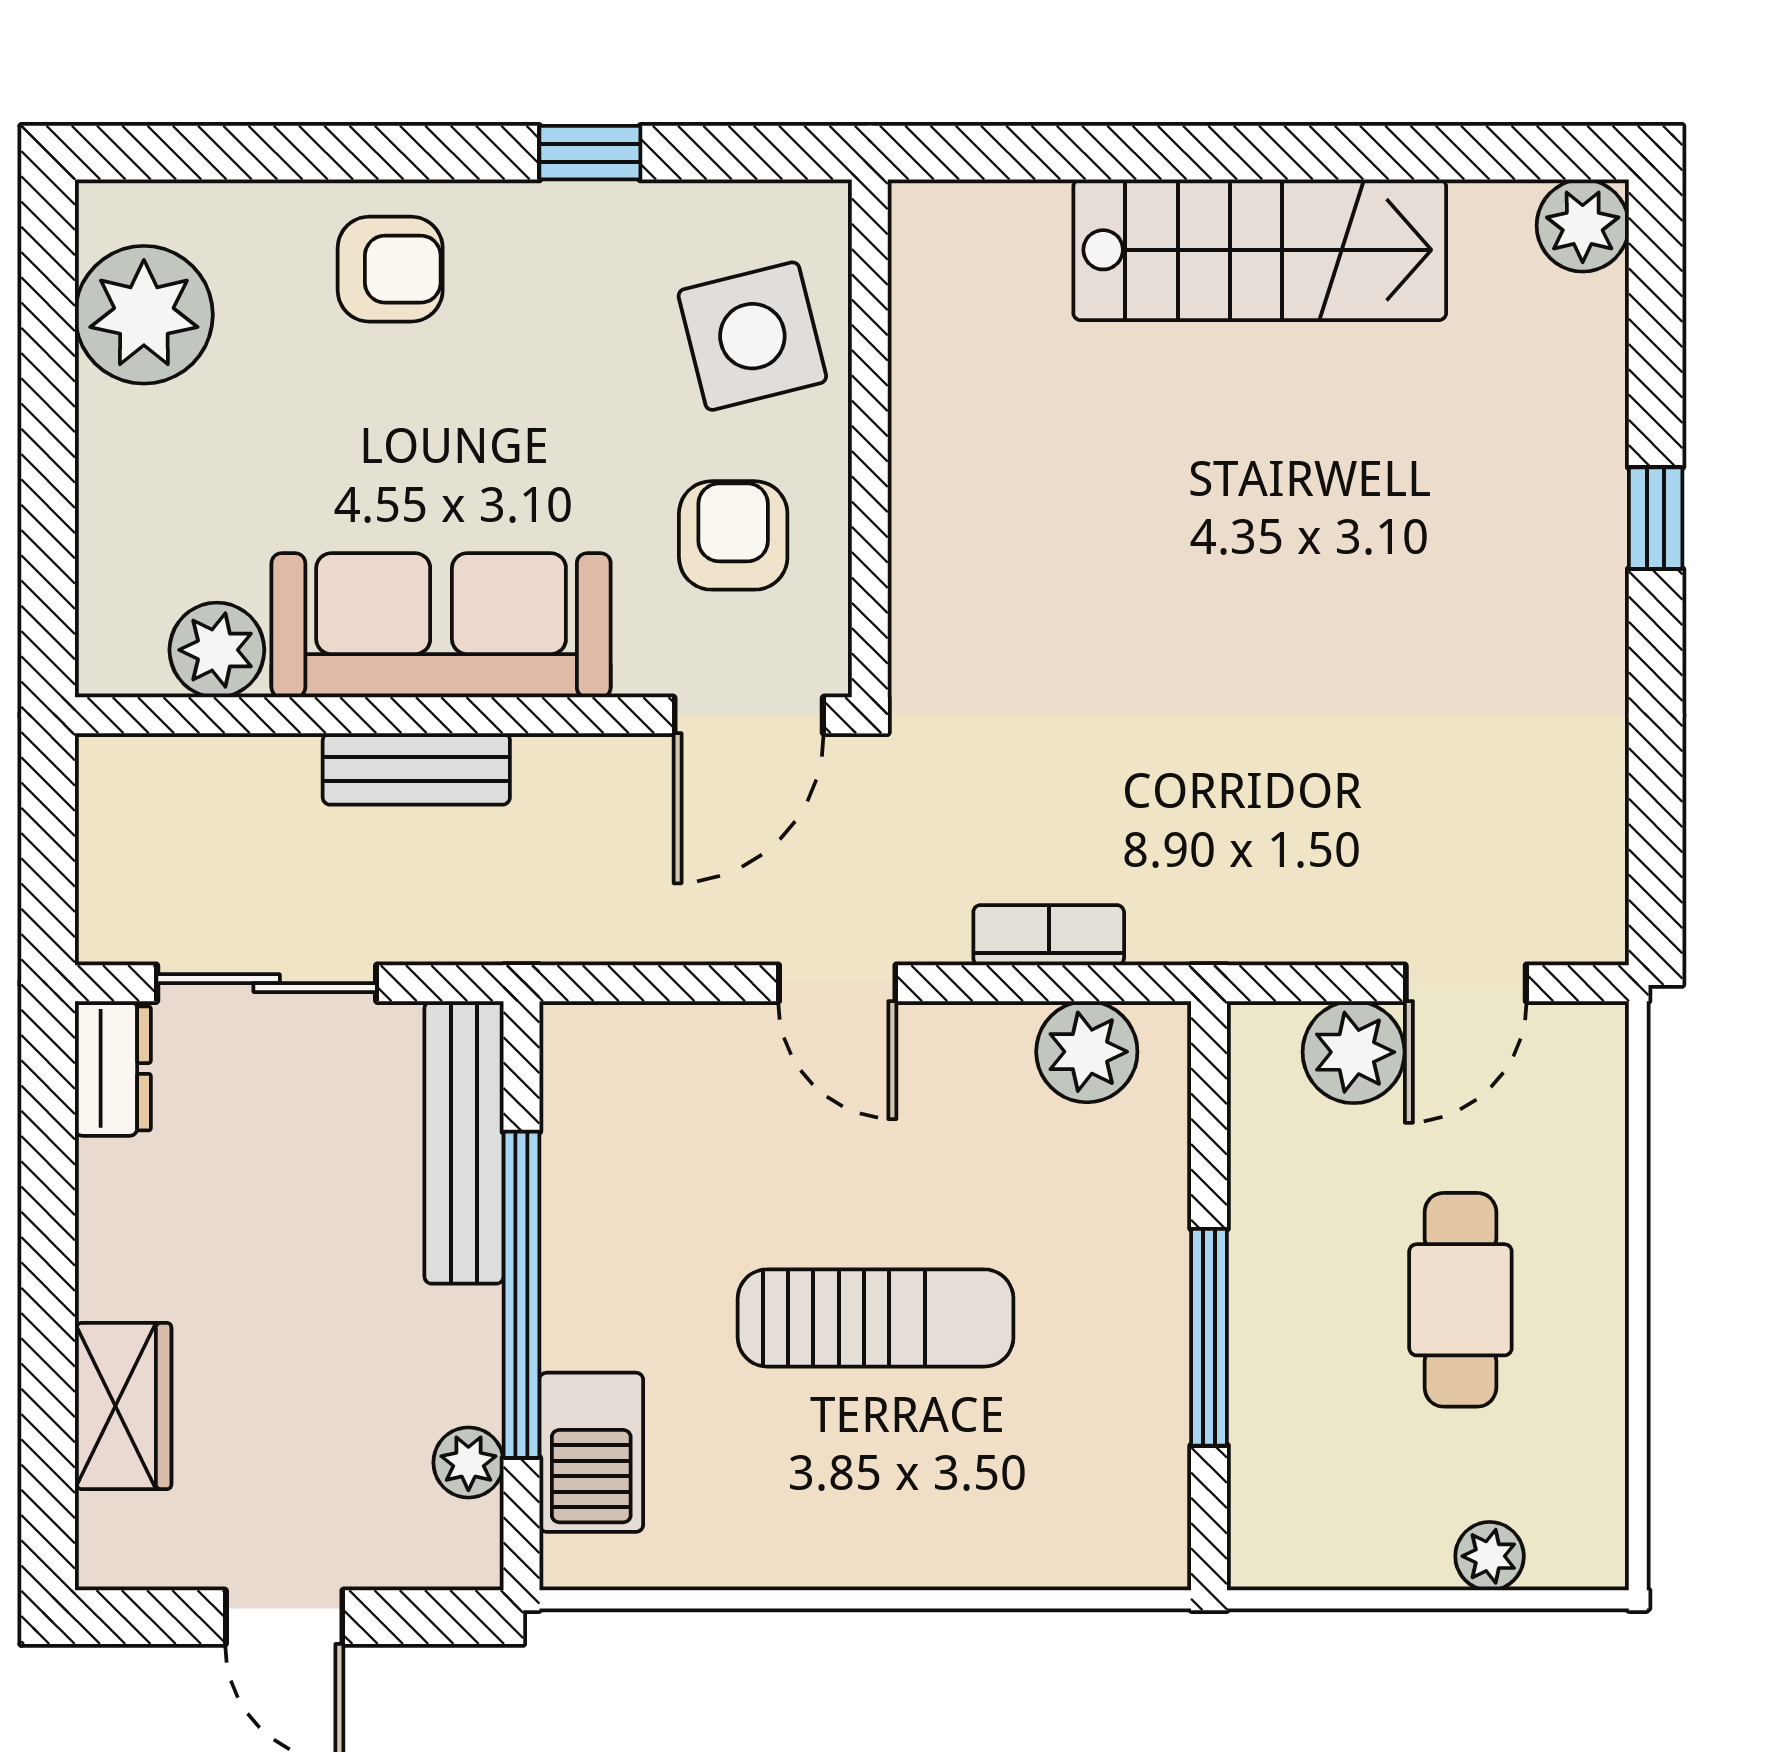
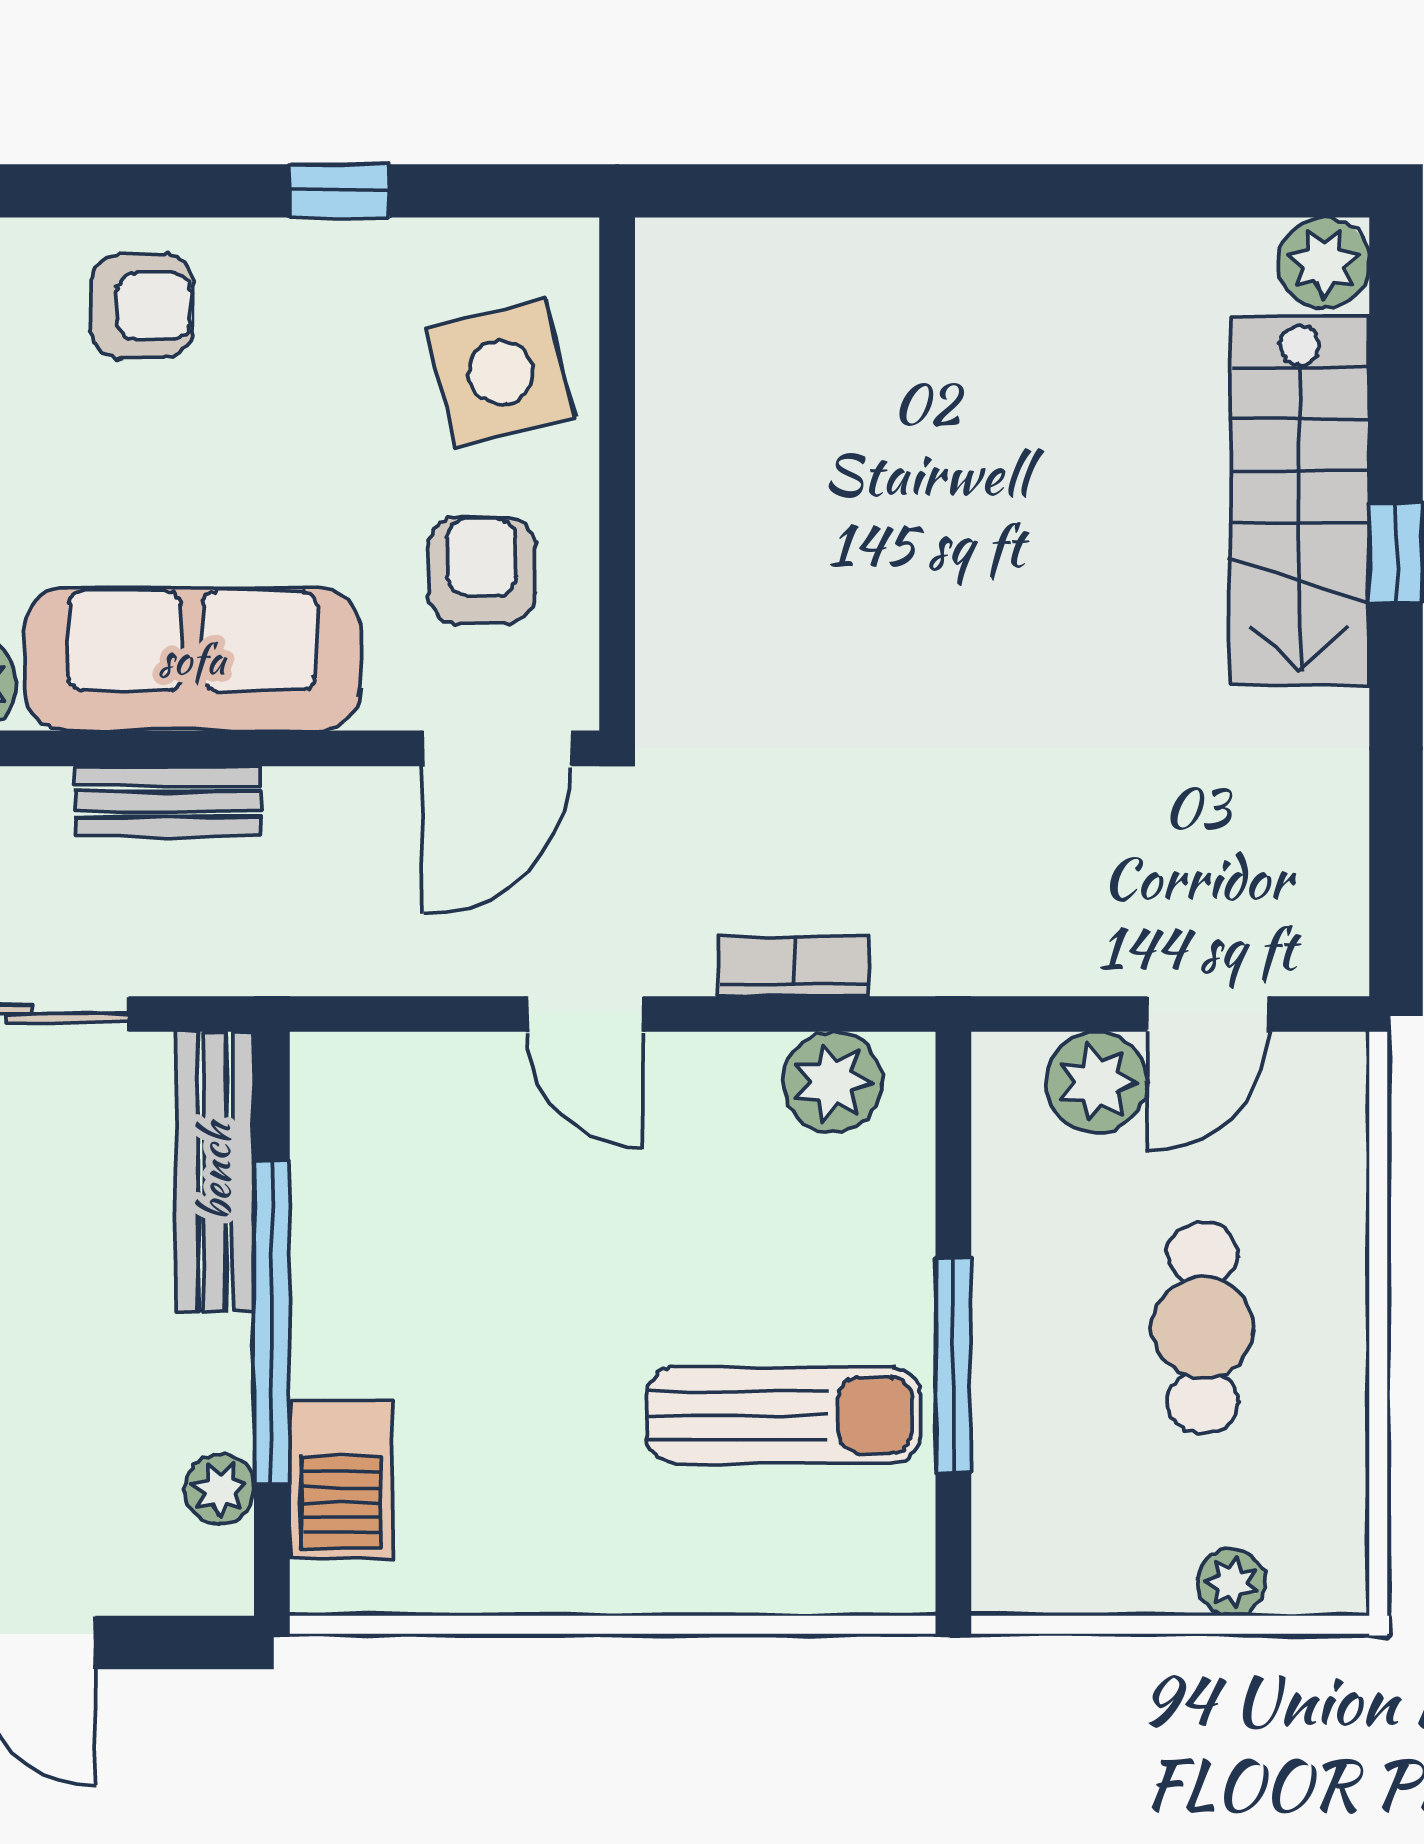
stairs: (1260, 250) -> (1300, 501), moved, turned 90
sun lounger: (876, 1318) -> (783, 1415), moved

